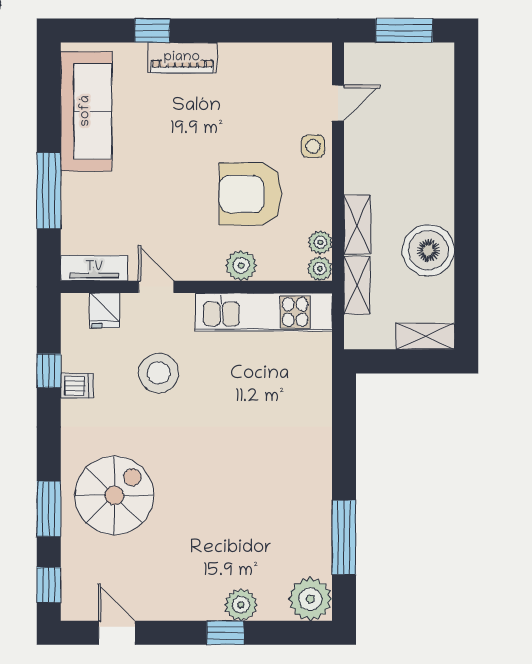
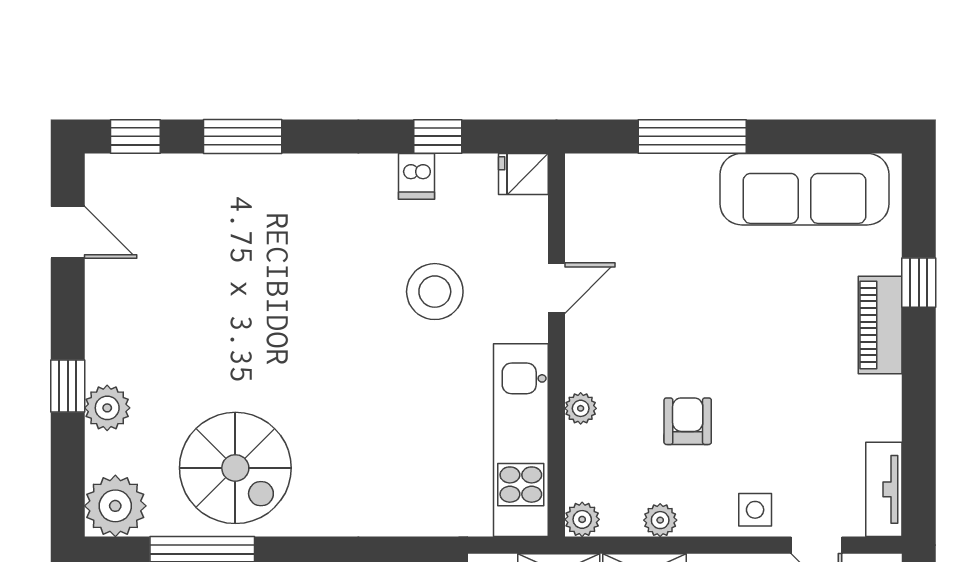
armchair: (250, 194) -> (688, 421), width x0.53, depth x0.53
plant: (320, 242) -> (660, 520), moved
plant: (241, 266) -> (581, 408), width x0.73, depth x0.73
tv unit: (94, 268) -> (884, 489), moved, turned 180
fridge: (105, 310) -> (523, 174), moved
spiral stairs: (114, 495) -> (235, 468), moved
door: (117, 633) -> (68, 232), hinge flipped

